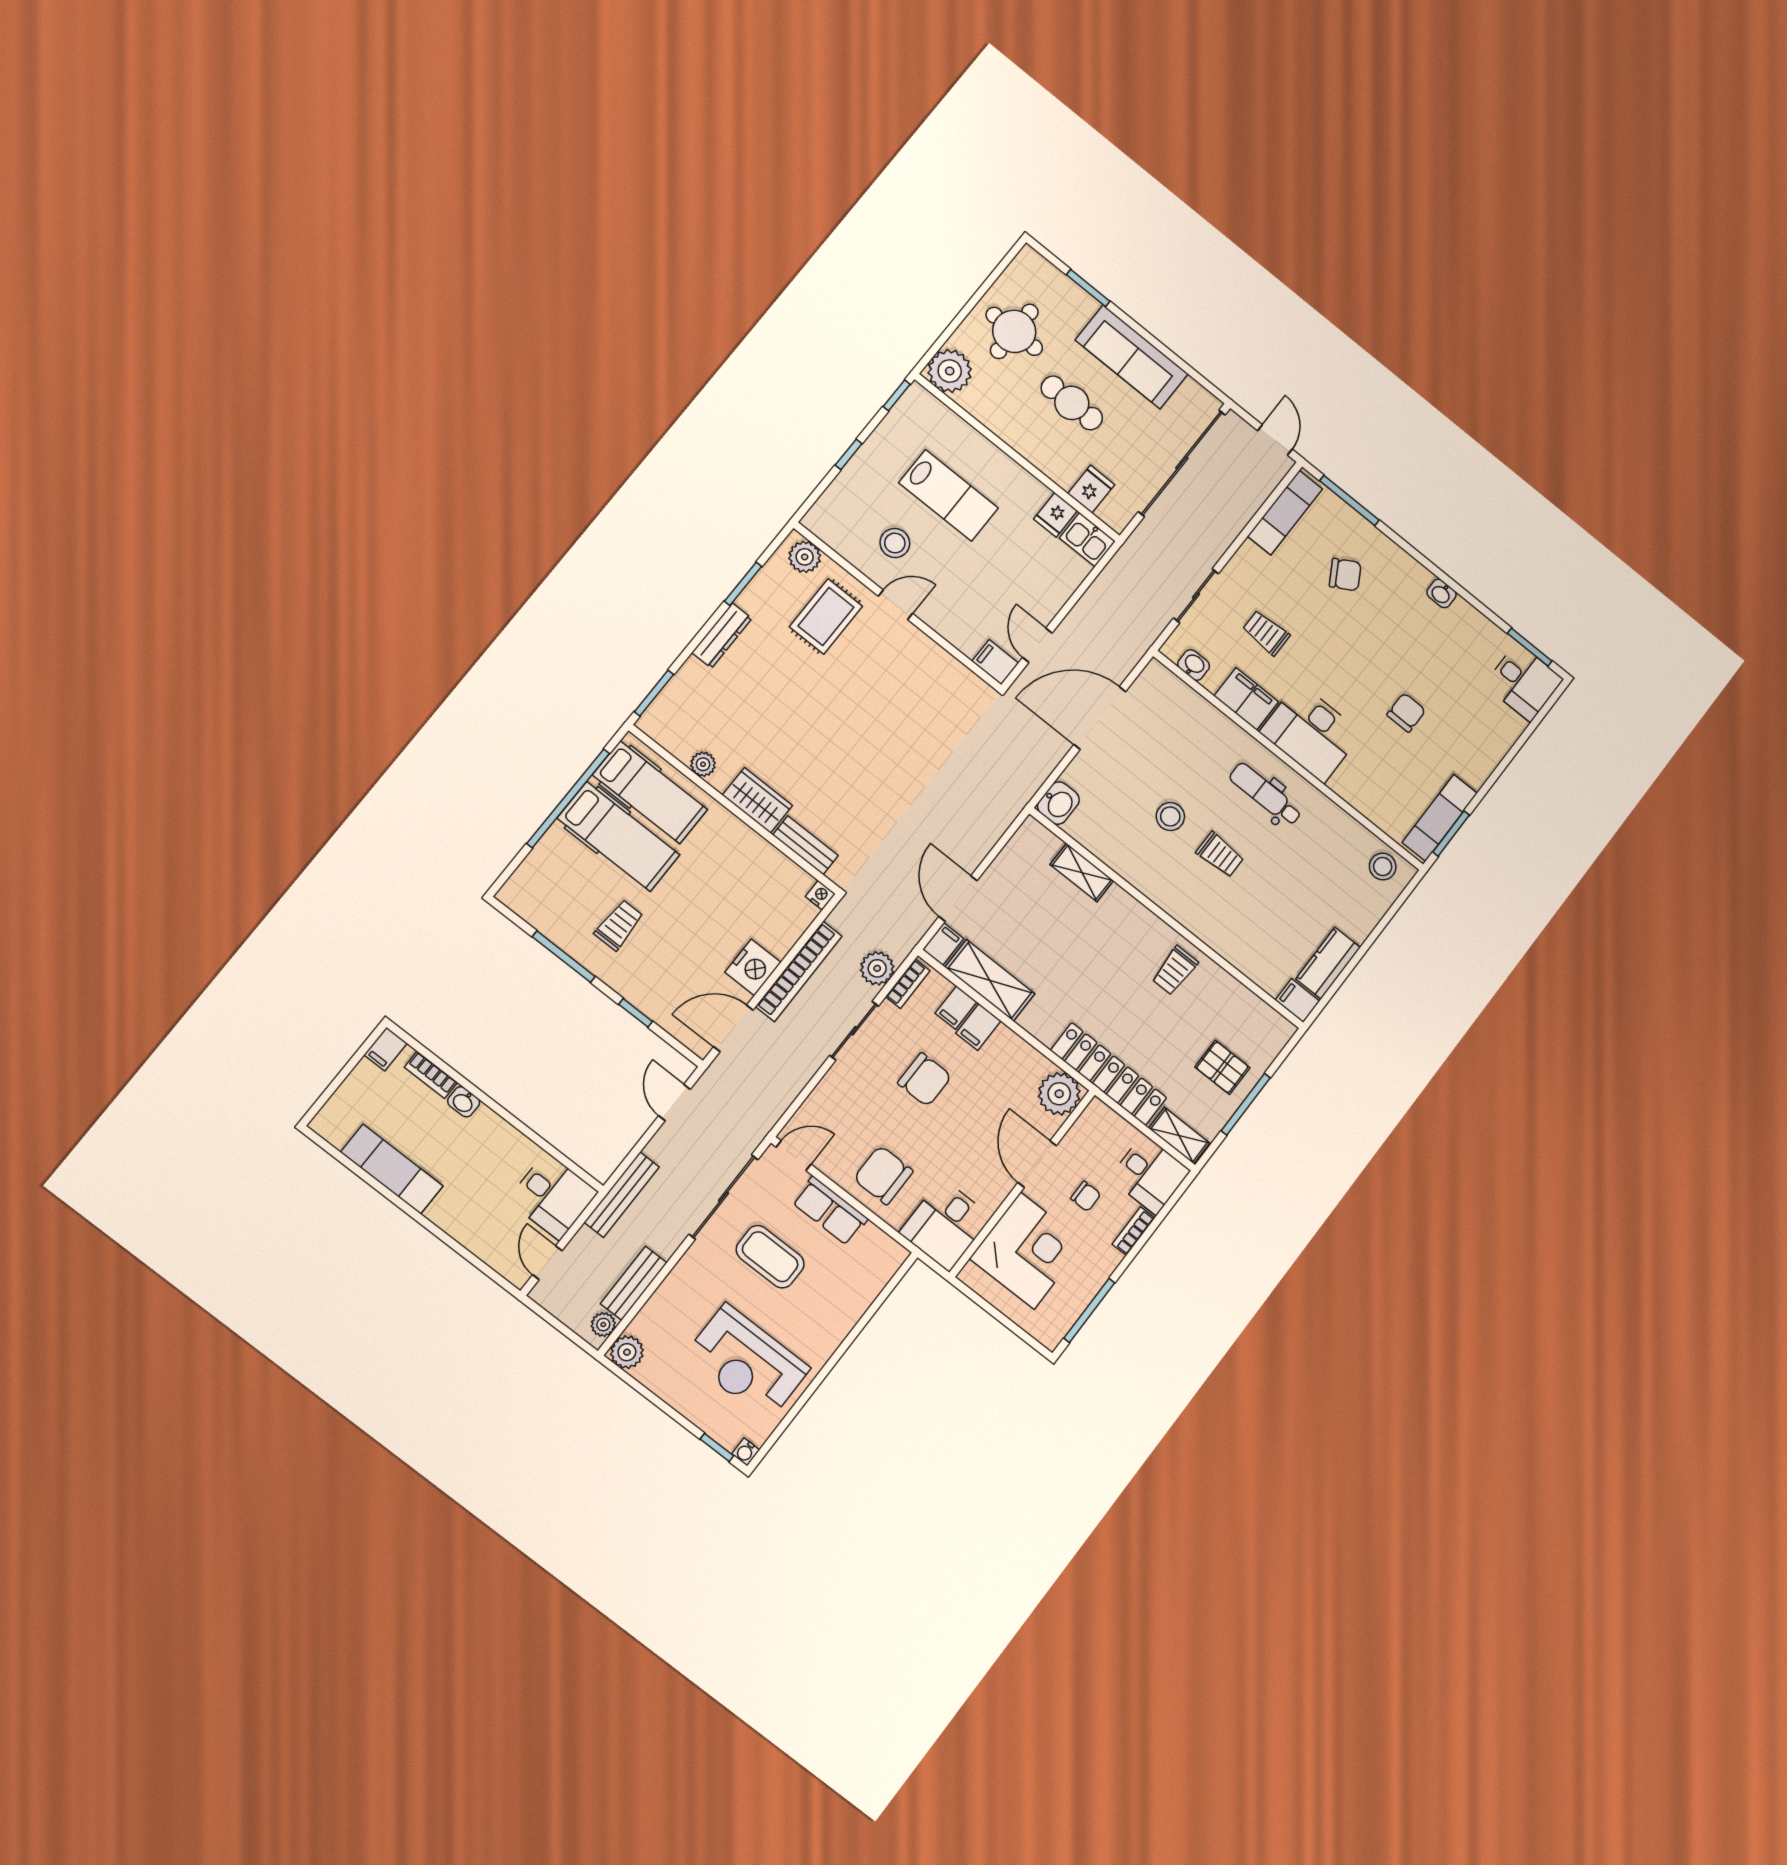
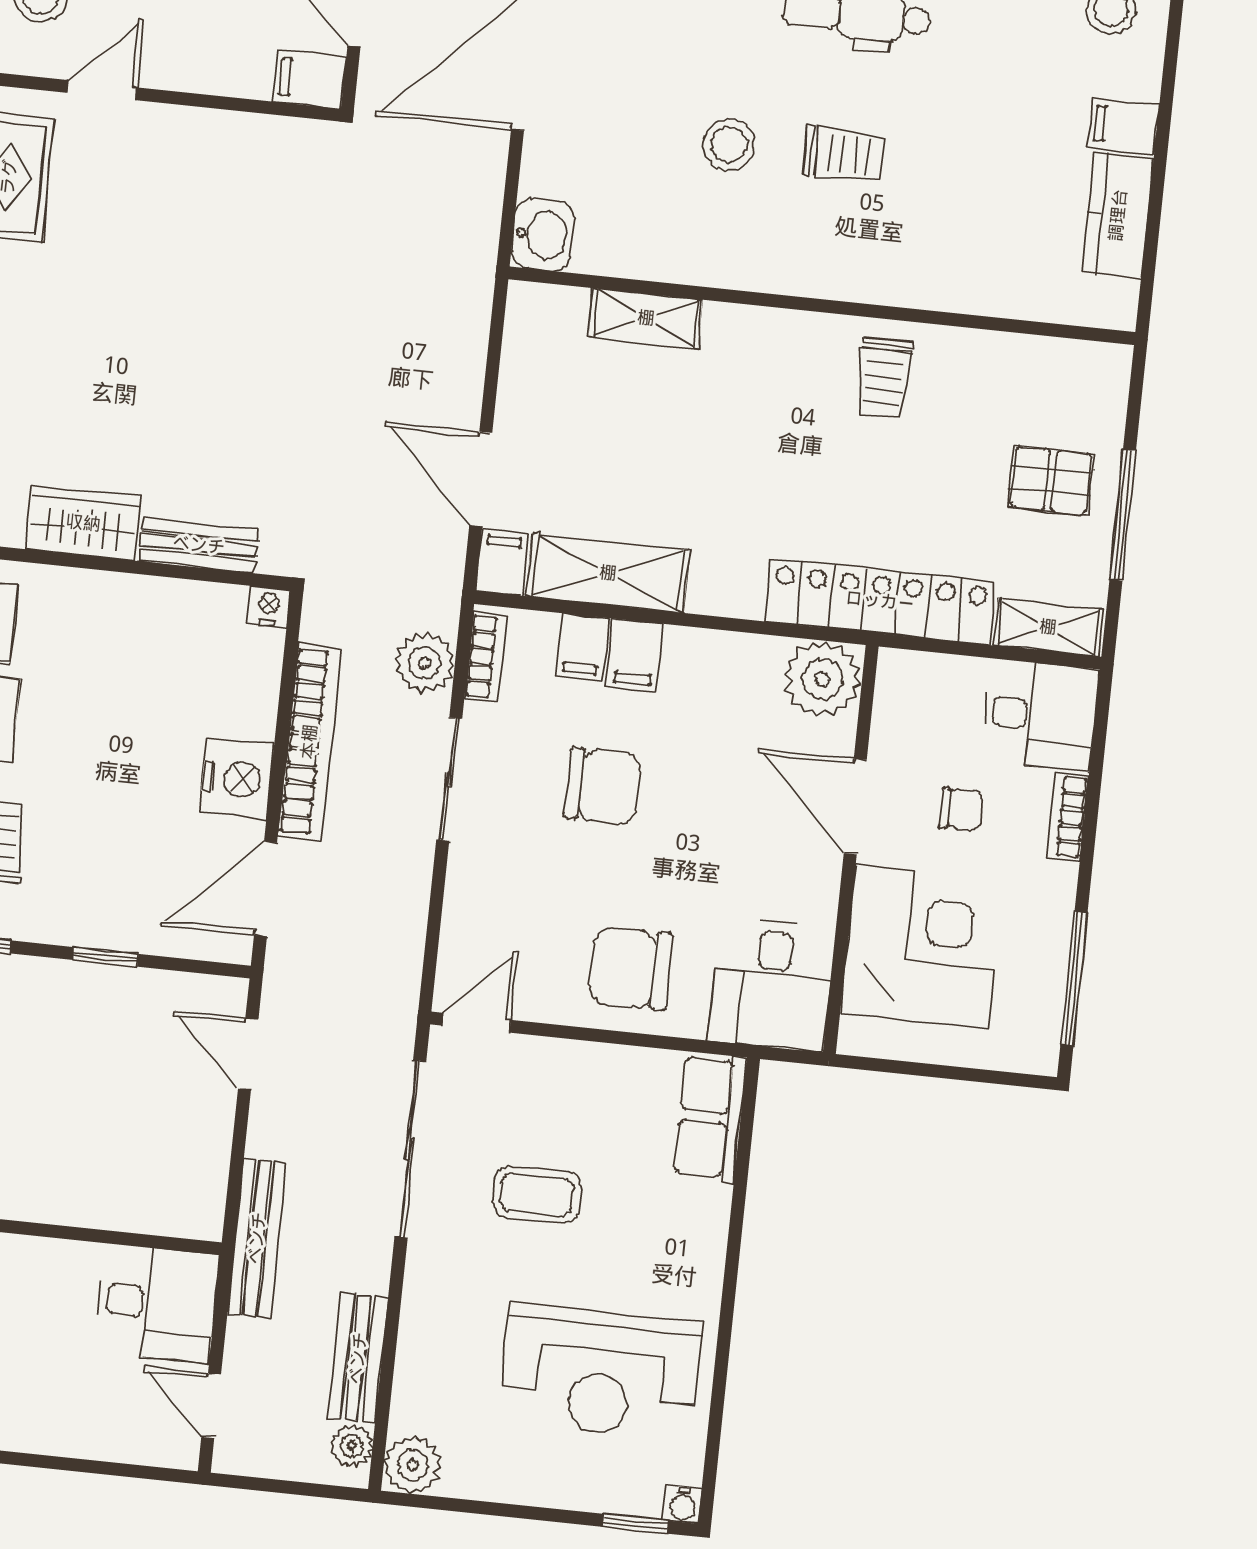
filing cabinet: (1297, 1001) -> (1124, 126), moved
row of seats: (830, 1211) -> (710, 1118), moved, turned 90
coffee table: (770, 1257) -> (537, 1195), width x0.73, depth x0.77

